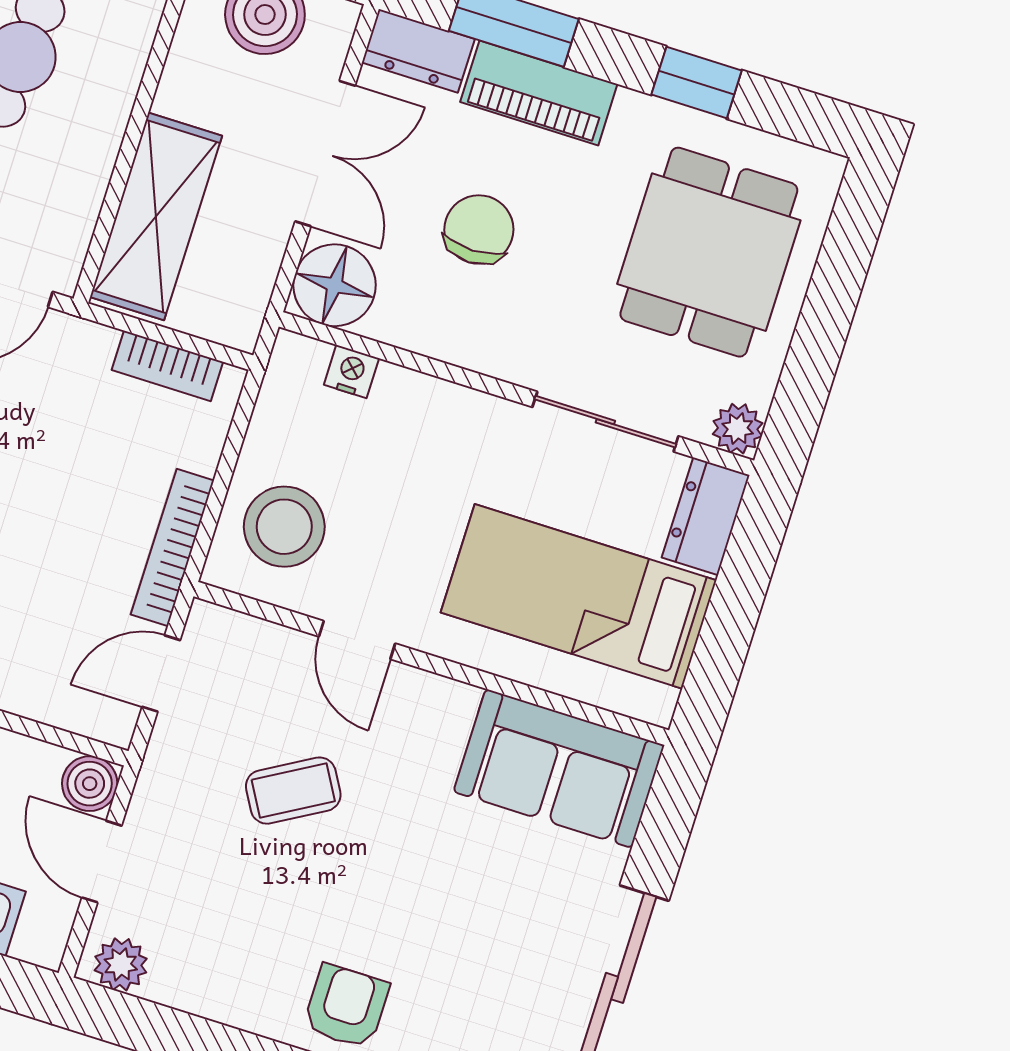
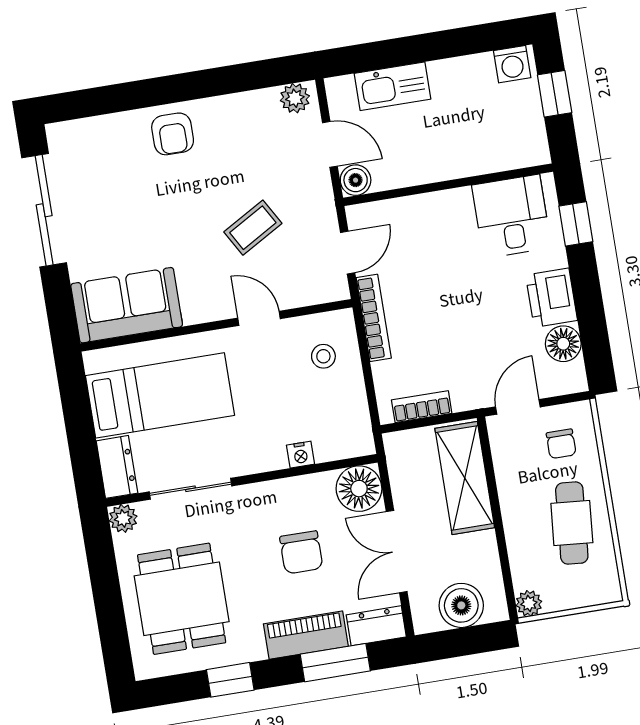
nightstand: (351, 372) -> (301, 455), moved
stool: (284, 527) -> (323, 356), width x0.53, depth x0.53

